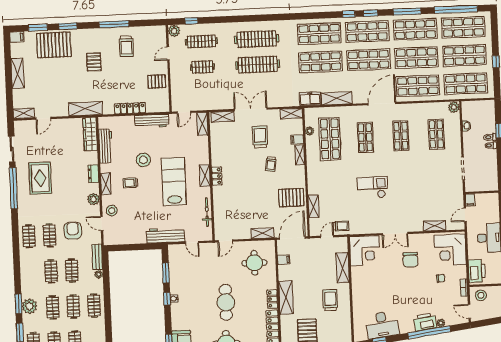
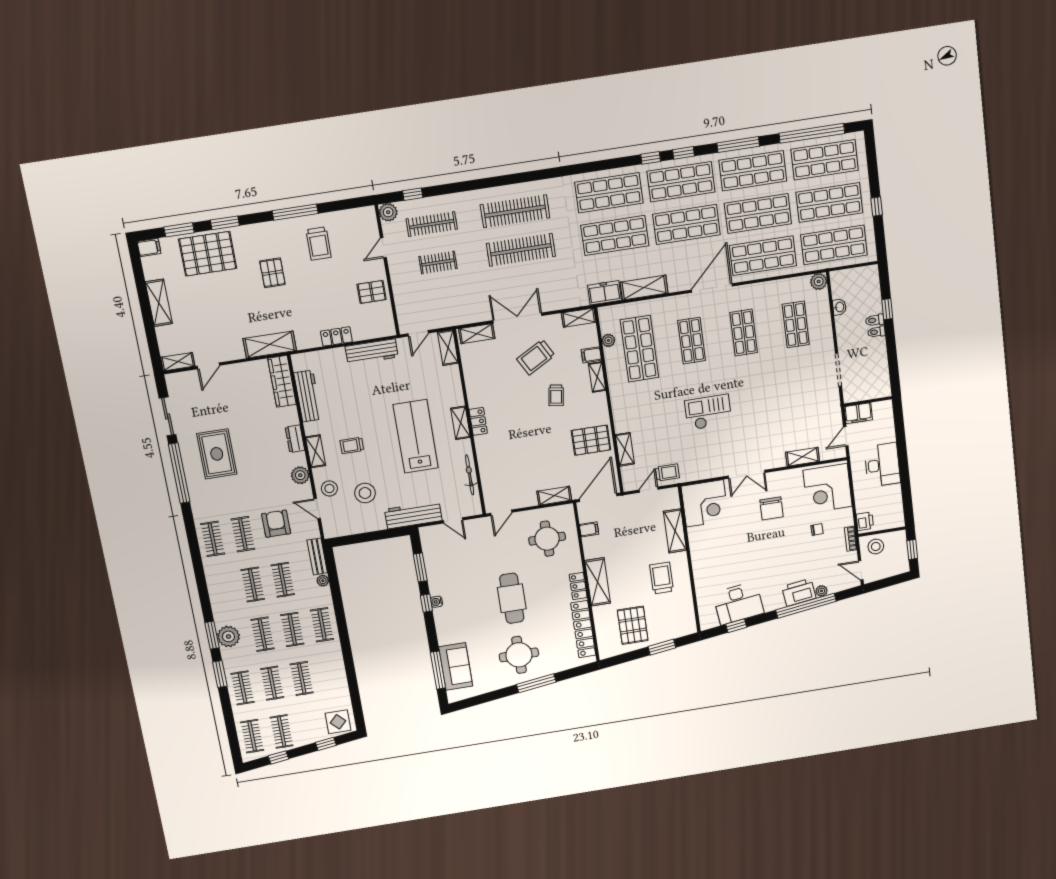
locker: (130, 108) -> (336, 336), width x0.66
trolley: (260, 137) -> (536, 357), turned -119
stool: (143, 160) -> (365, 493), moved
filing cabinet: (470, 200) -> (858, 413), width x2.00
printer: (477, 271) -> (865, 521), width x0.53, depth x0.68

